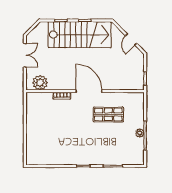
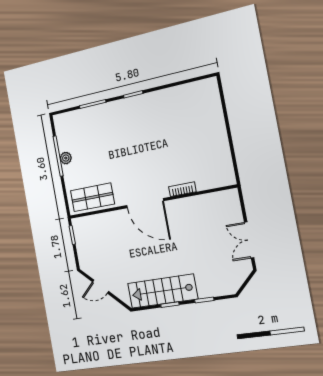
stairs: (80, 35) -> (162, 291), width x0.73, depth x0.66
door: (131, 39) -> (101, 287), swing flipped
plant: (40, 83) -> (218, 203), removed
shop shelf: (108, 114) -> (92, 197), moved

